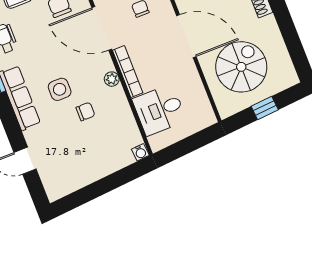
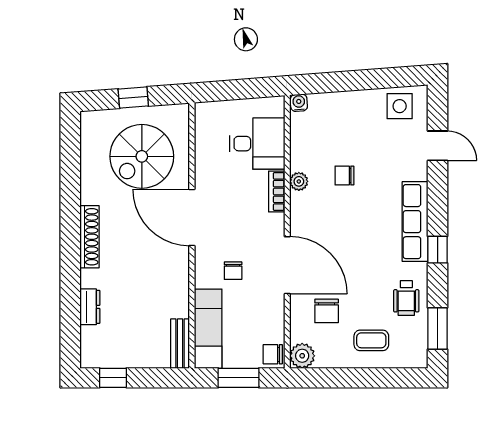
bookcase: (128, 72) -> (277, 192), width x0.64
plant: (112, 79) -> (299, 181), moved
side table: (60, 89) -> (400, 106), moved

